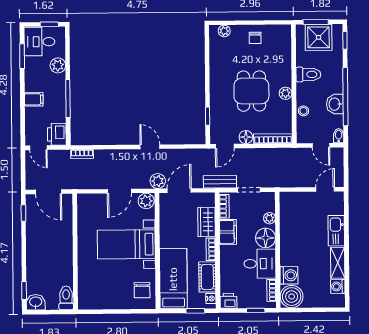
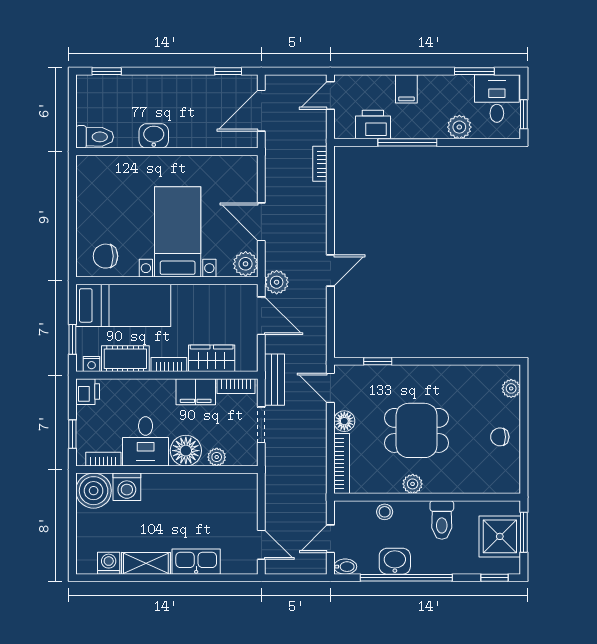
printer: (57, 134) -> (373, 125), moved
washbasin: (36, 302) -> (154, 136), moved, turned -90

